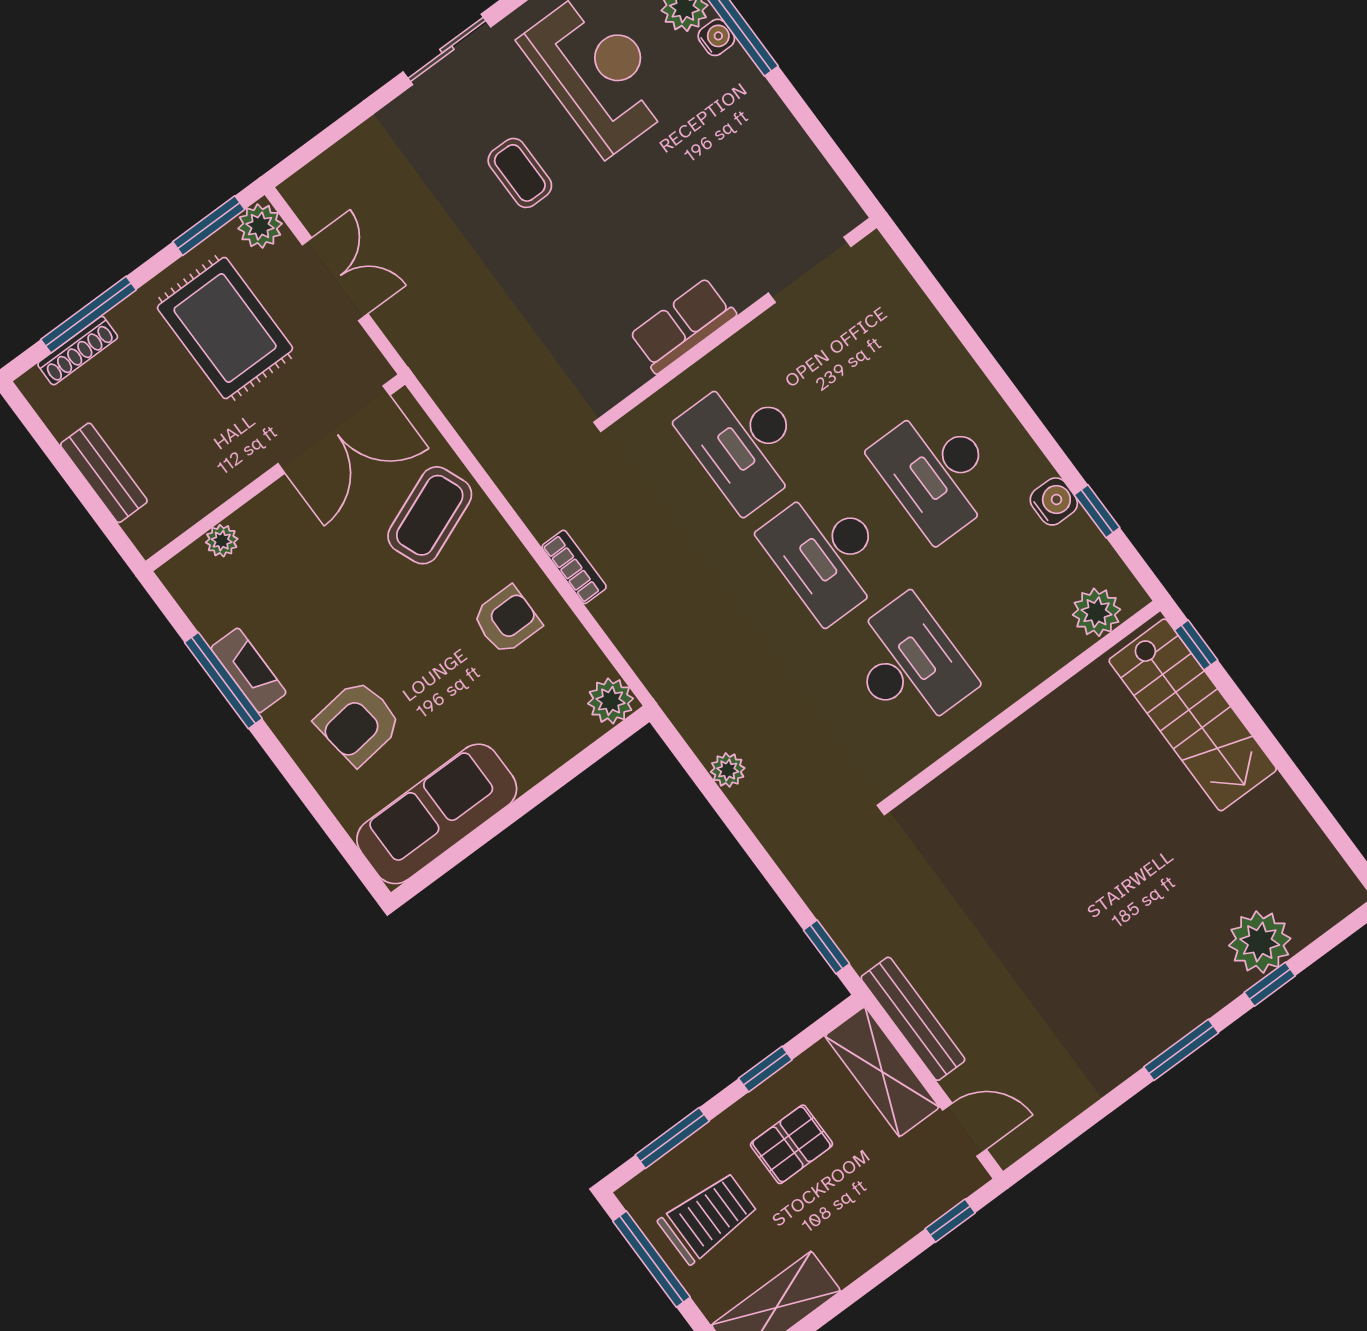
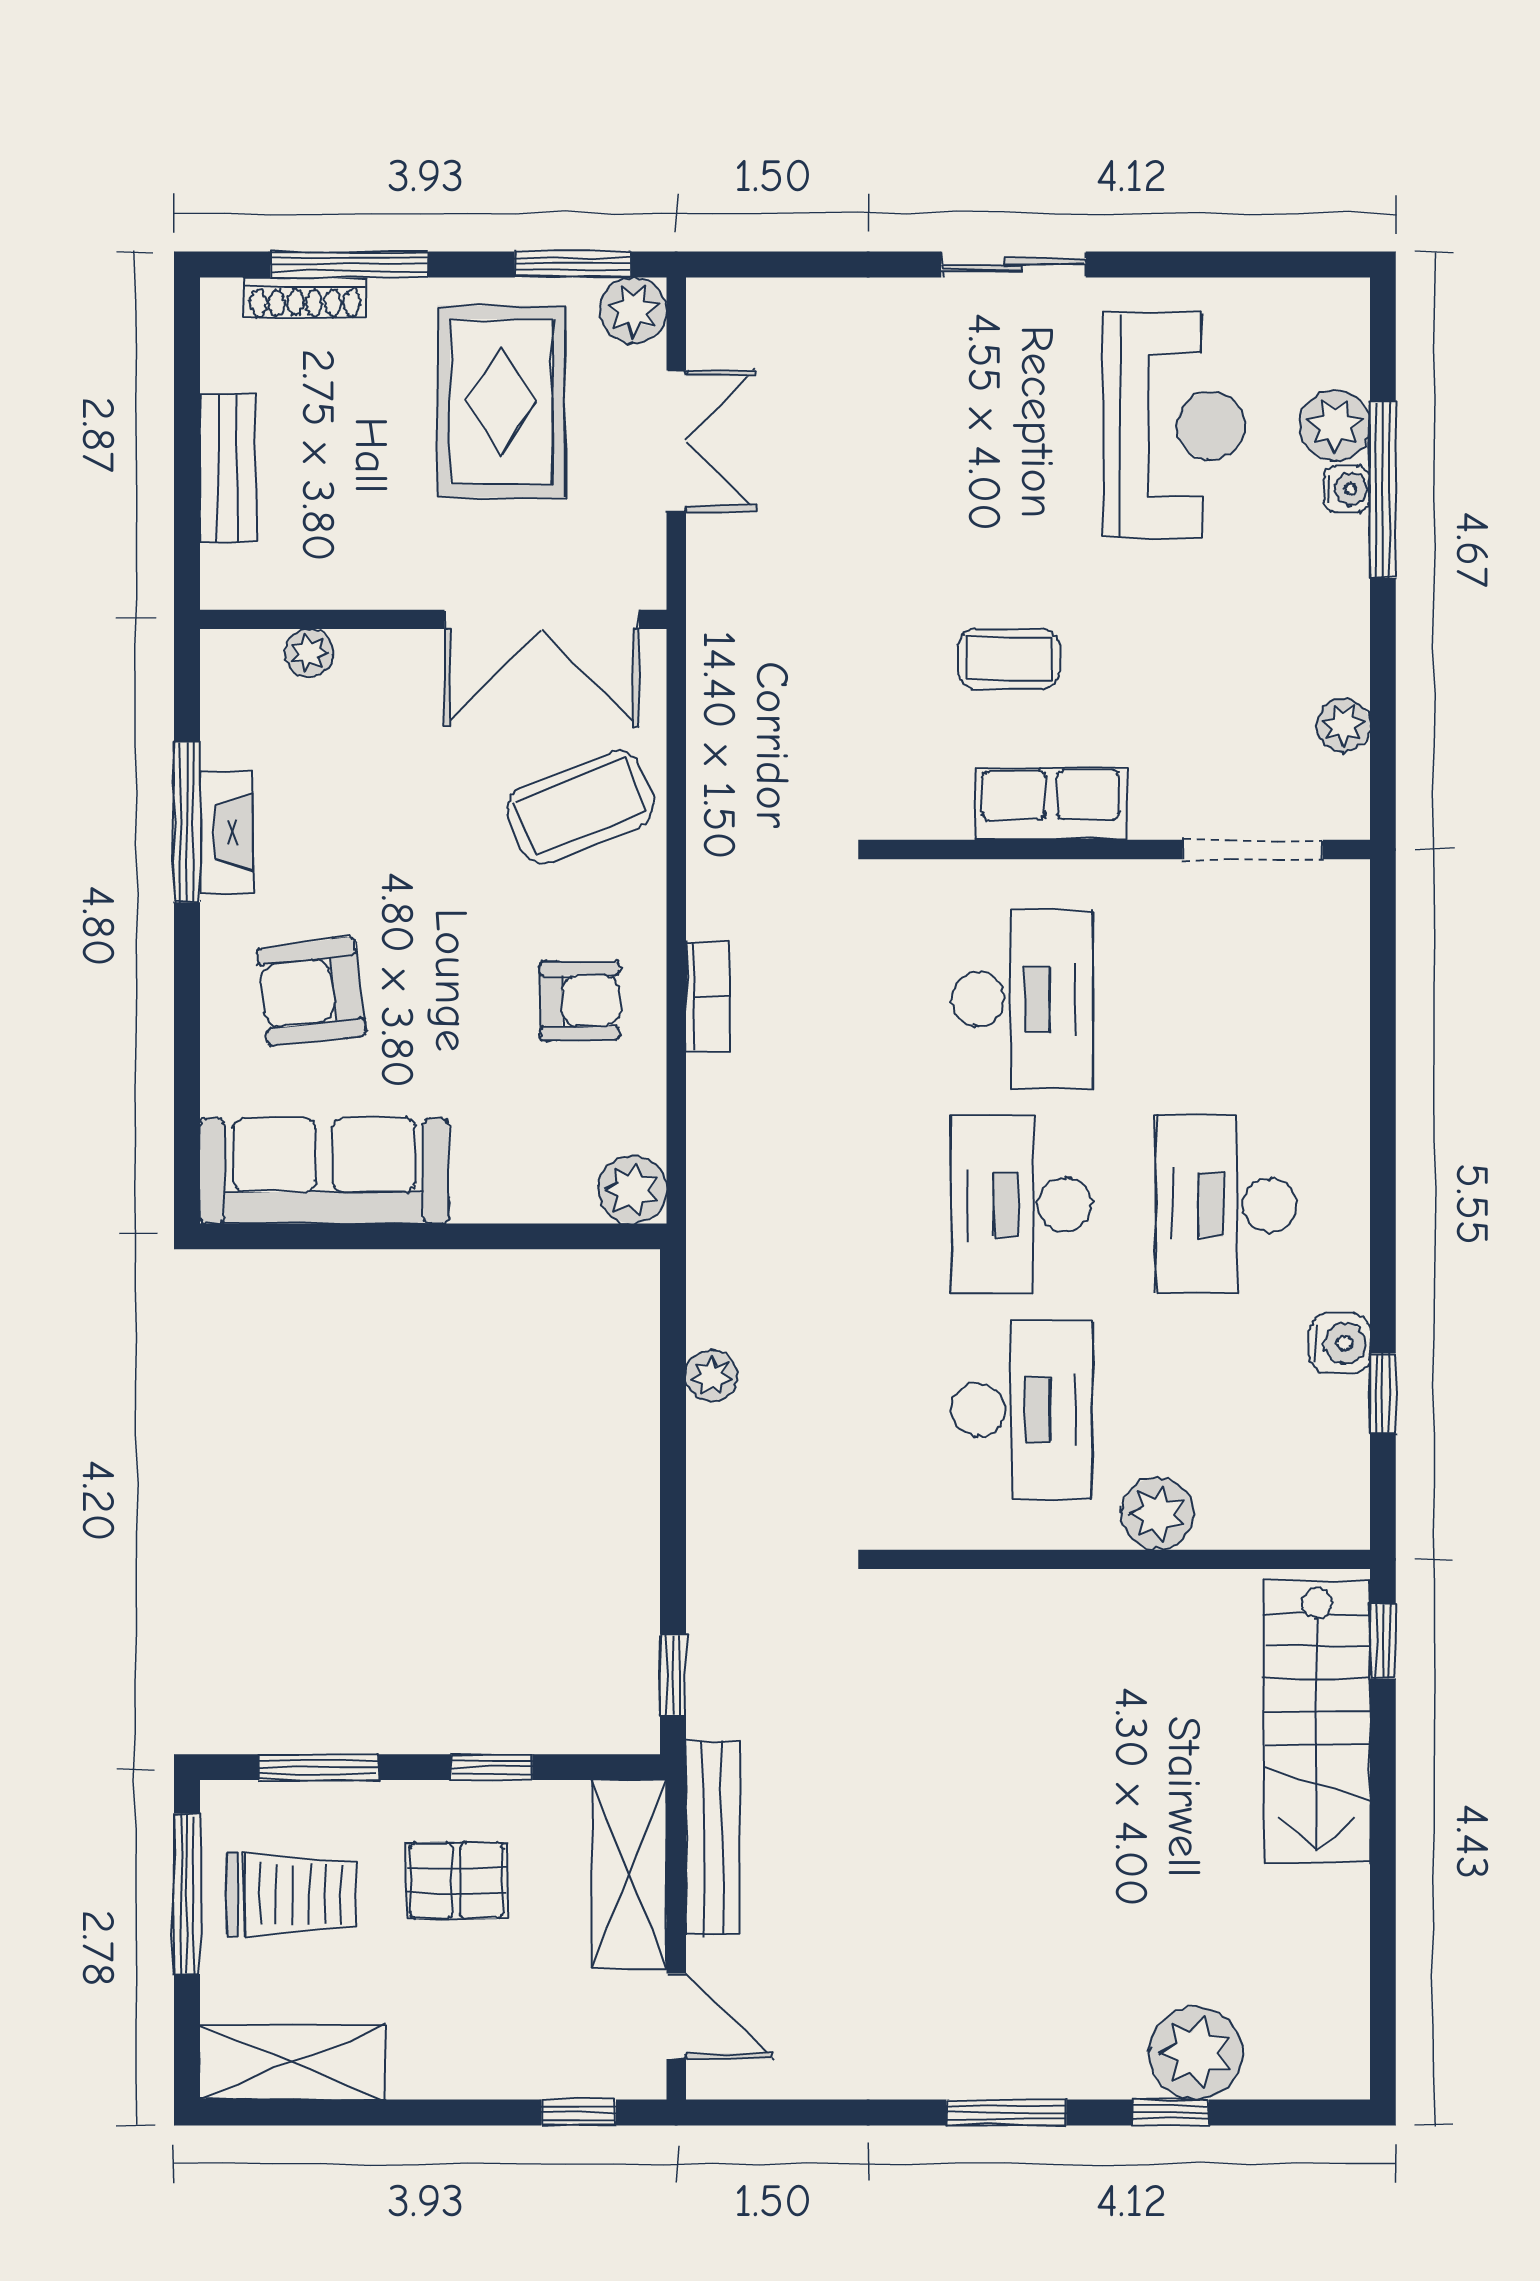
plant: (809, 166) -> (1343, 725), added
coffee table: (520, 173) -> (1009, 659), moved, turned 90
desk: (745, 443) -> (1022, 999), turned 180
plant: (1097, 612) -> (1157, 1514), moved

